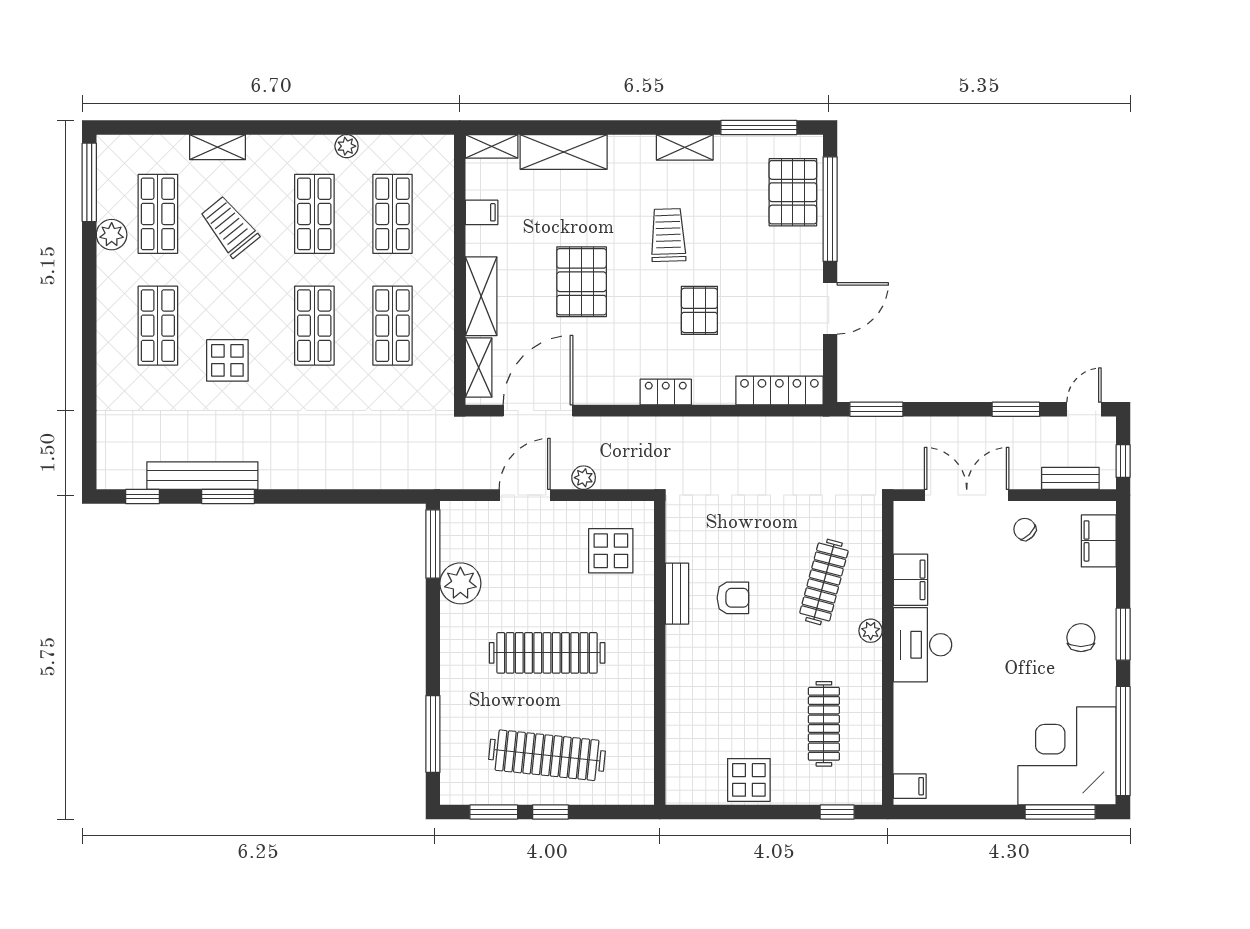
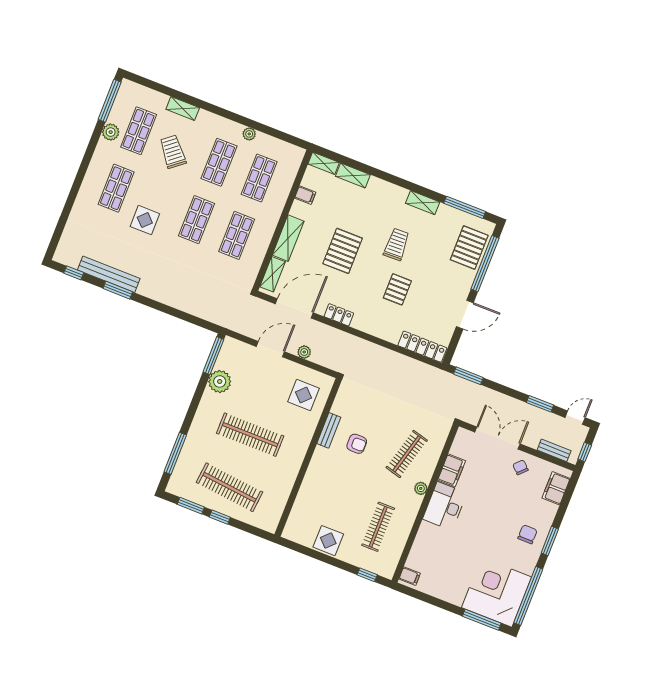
shelving: (564, 152) -> (353, 175), width x0.67, depth x0.75
locker: (666, 392) -> (339, 315), moved

